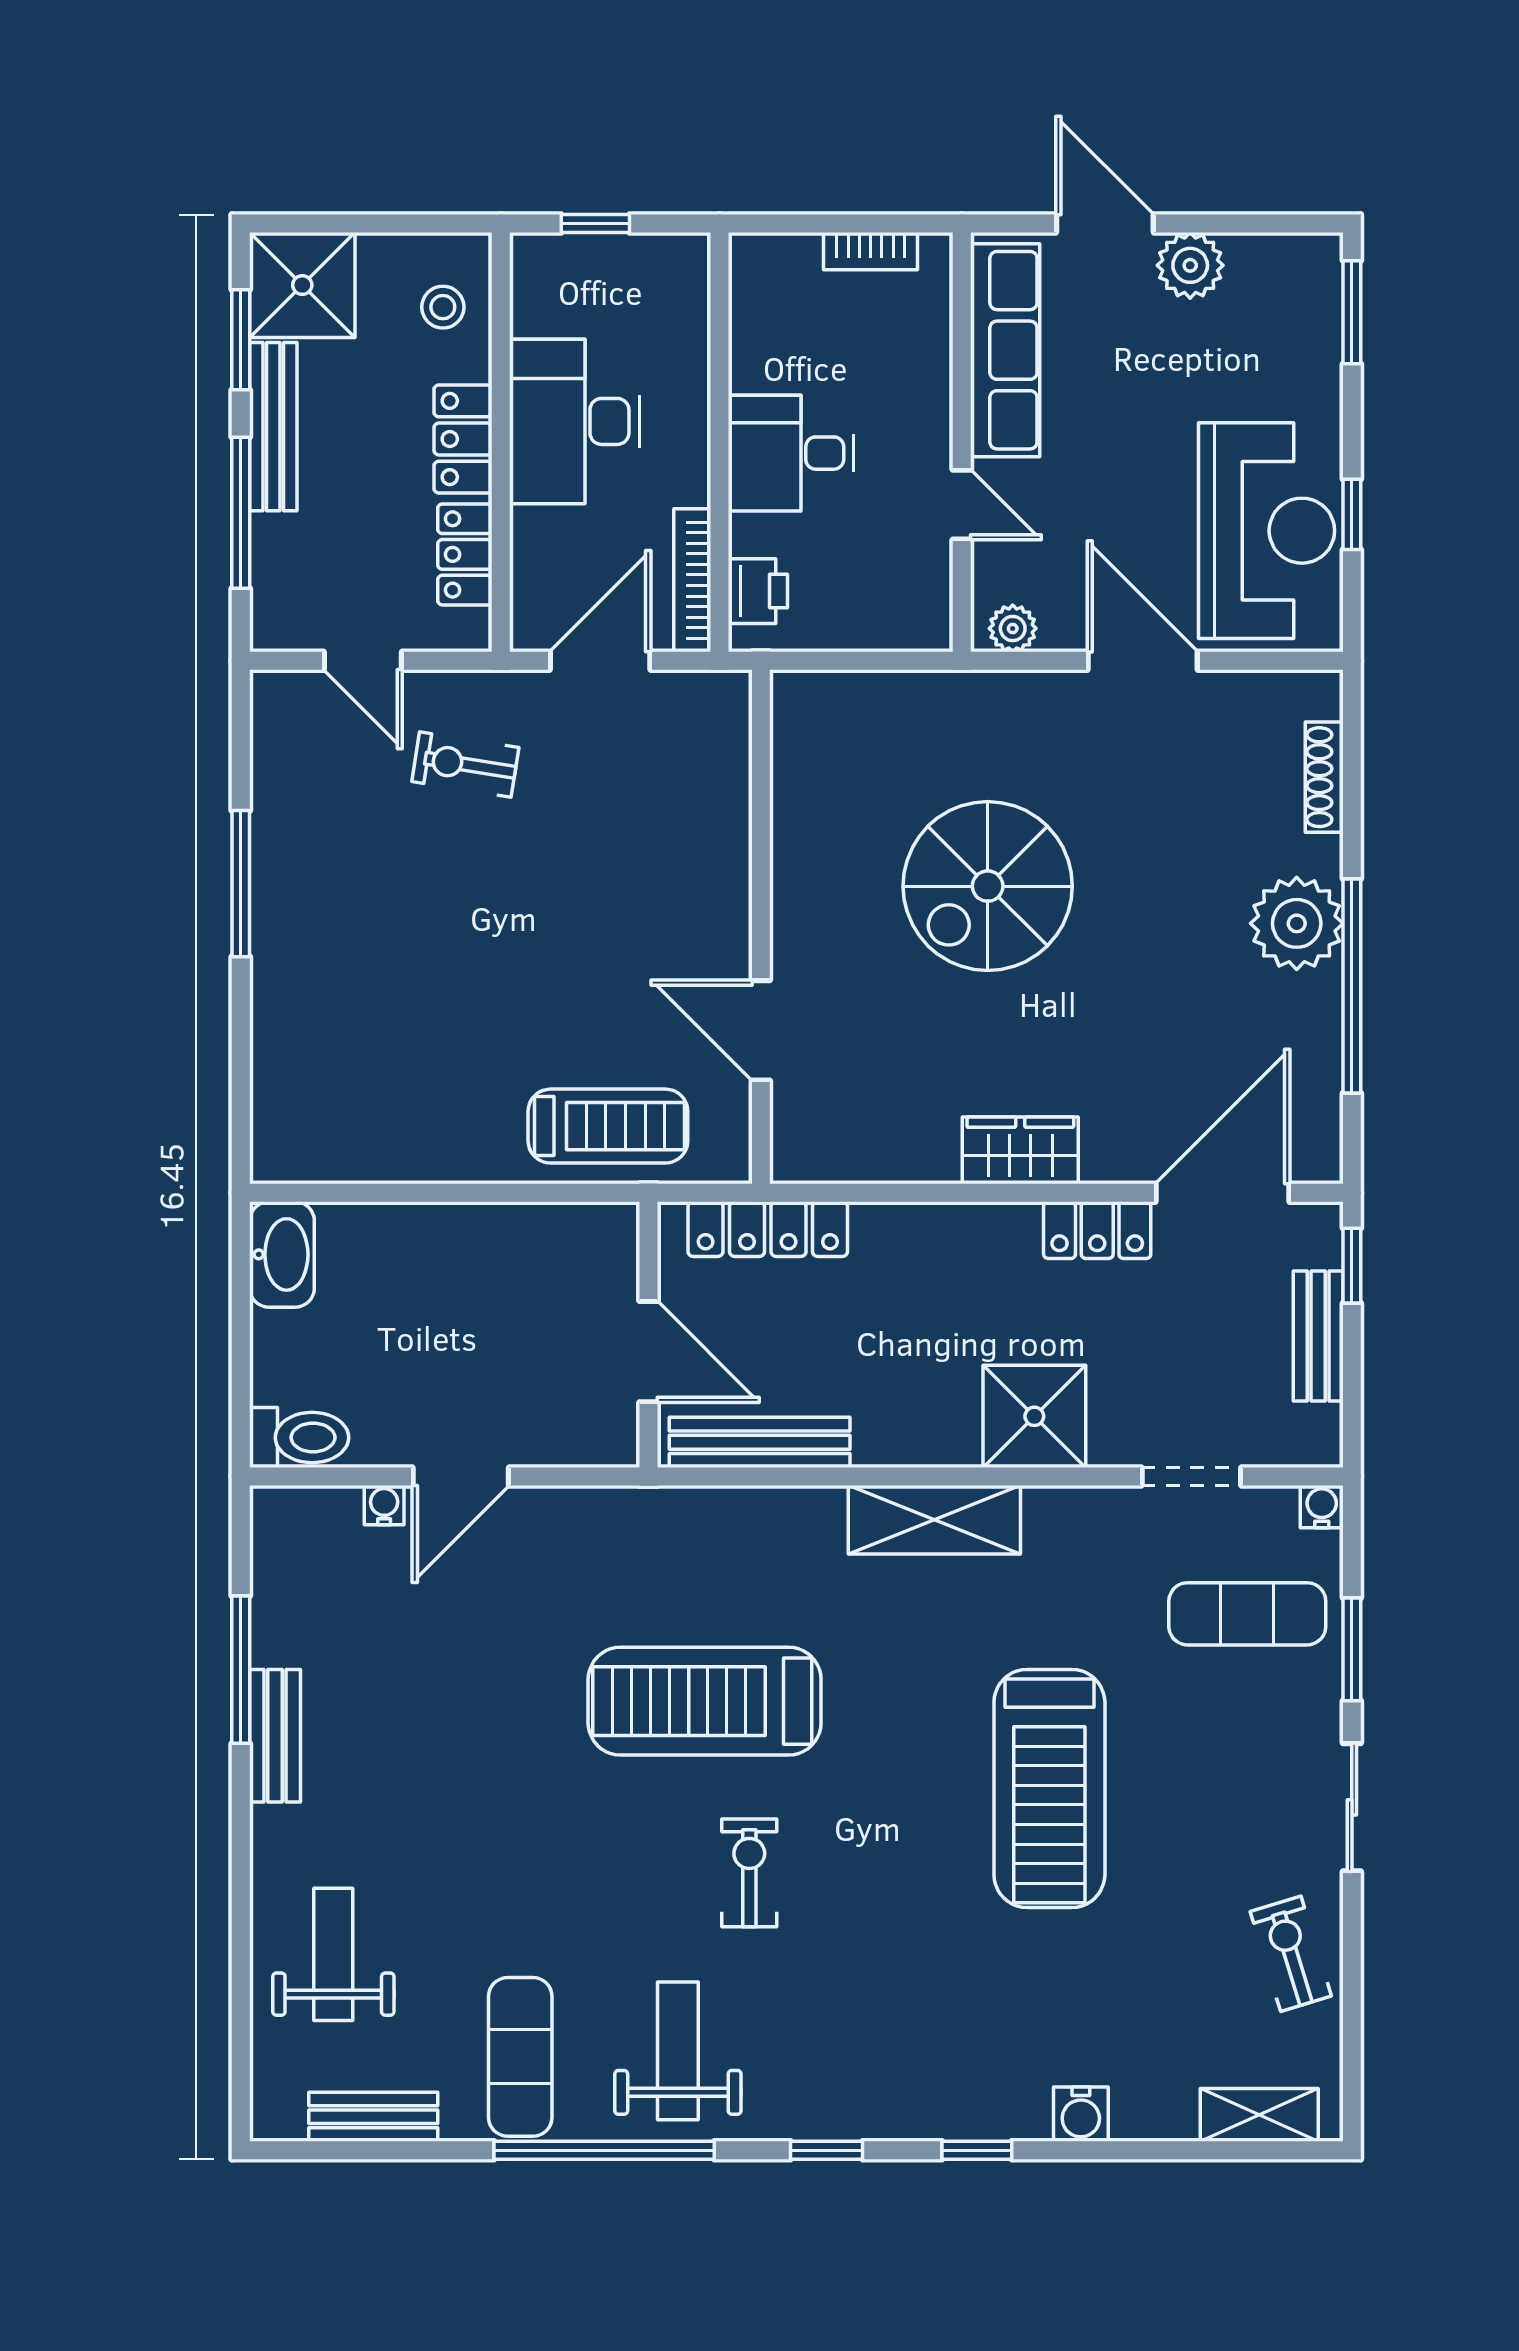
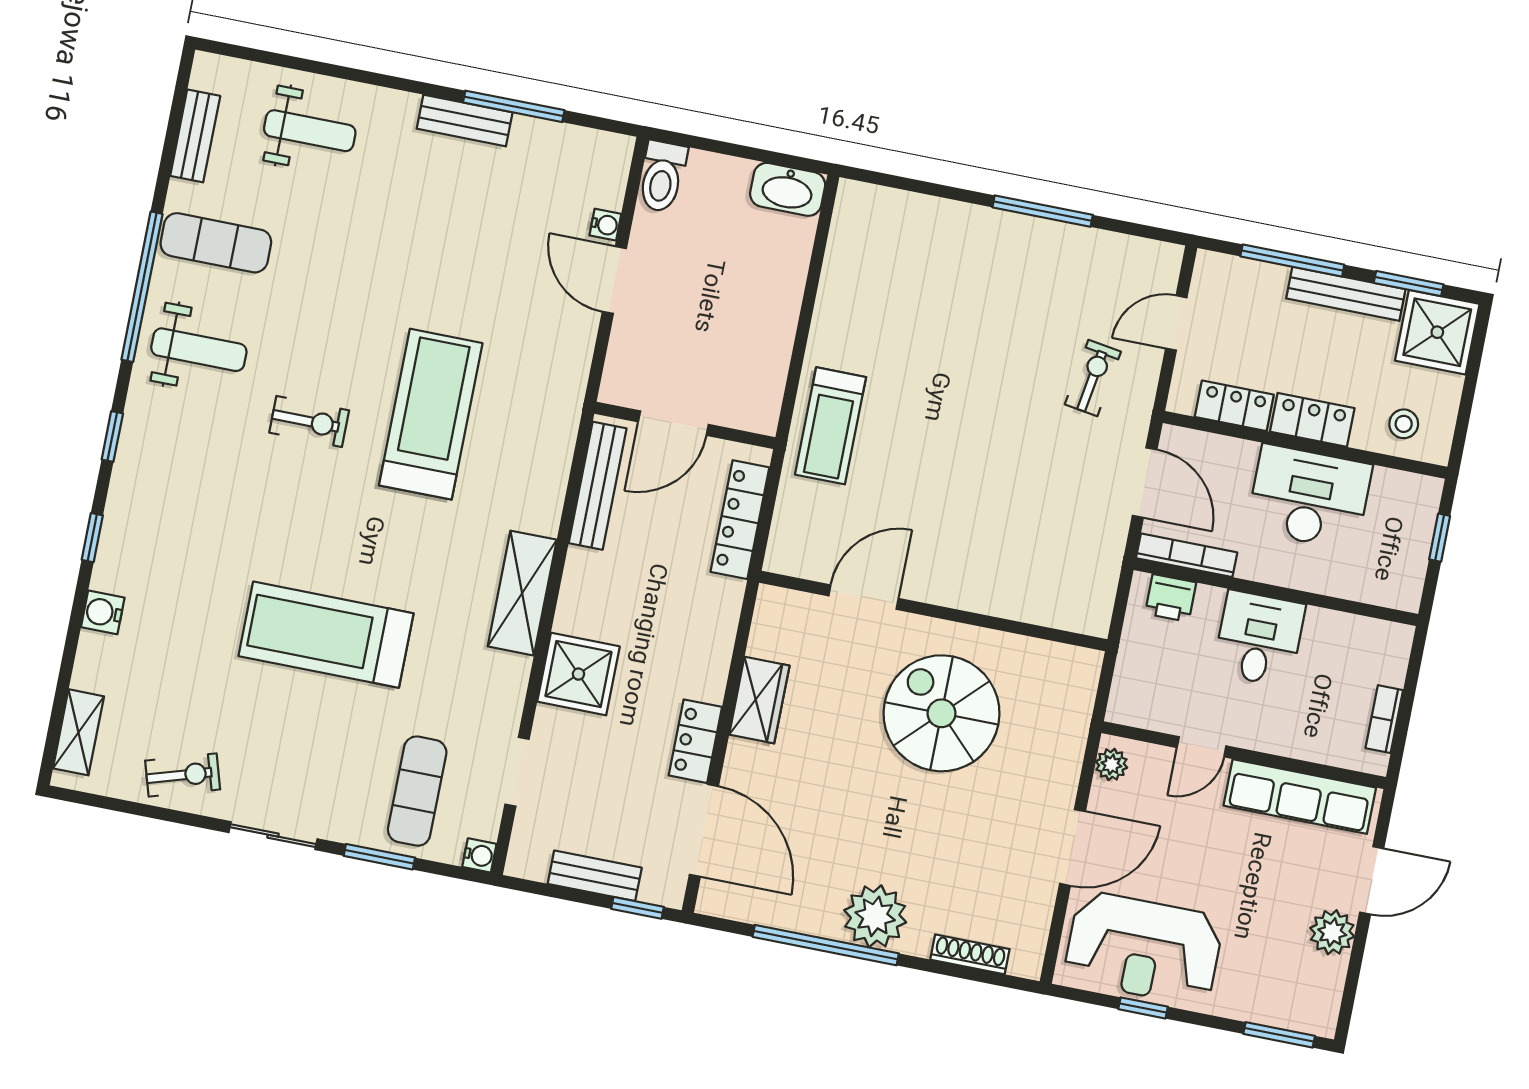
wall: (761, 927) -> (933, 611), moved
door: (761, 1030) -> (864, 597), moved

